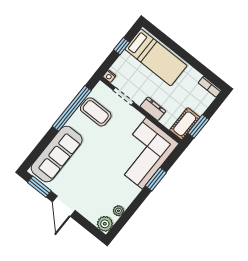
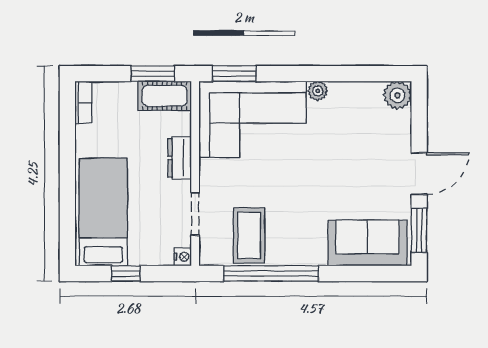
sofa: (57, 154) -> (367, 243), width x0.73
window: (156, 179) -> (234, 74), moved
plant: (118, 211) -> (318, 91), moved

